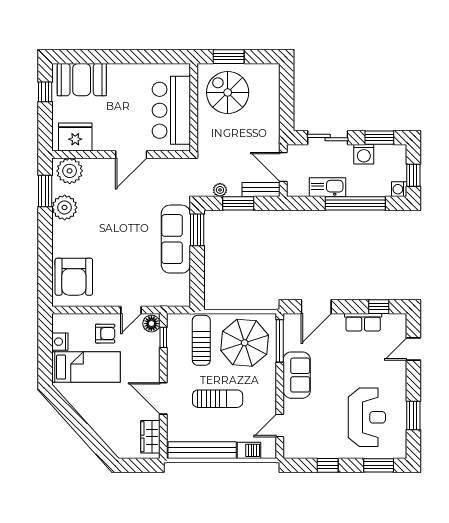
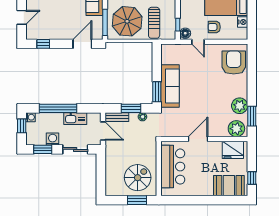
spiral stairs: (228, 92) -> (138, 178), turned -90
door: (131, 310) -> (198, 42), swing flipped
row of seats: (363, 322) -> (53, 34), removed

